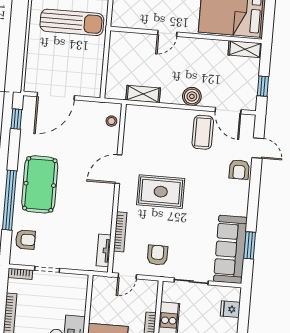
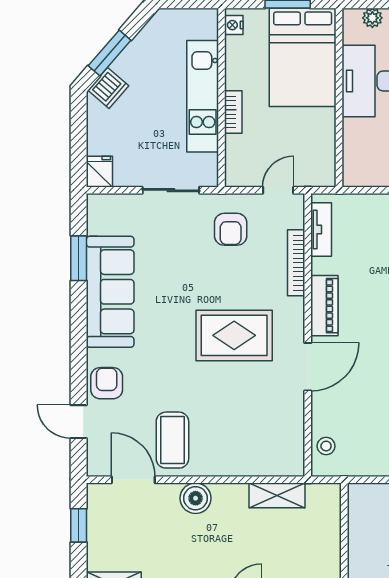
piano: (105, 205) -> (324, 306), added
sofa: (230, 249) -> (110, 292), moved
fridge: (230, 309) -> (99, 172), moved, turned -90

